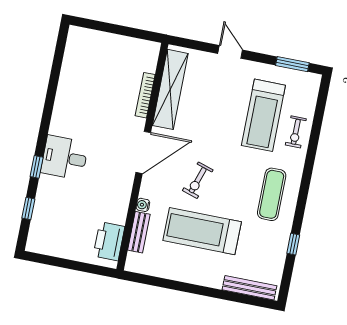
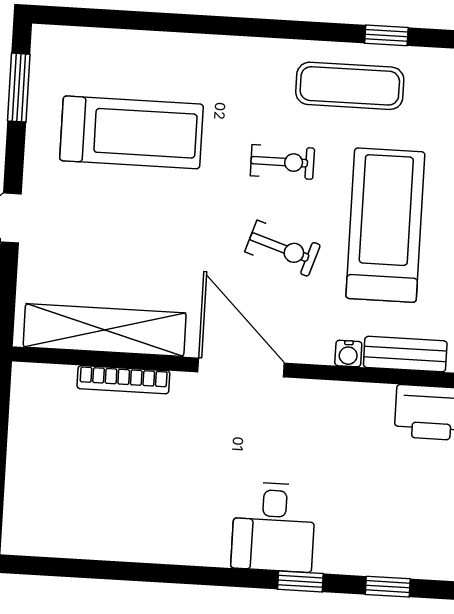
exercise bike: (296, 132) -> (282, 162), moved
exercise mat: (272, 194) -> (350, 86), moved
treadmill: (202, 231) -> (385, 225), turned 180

